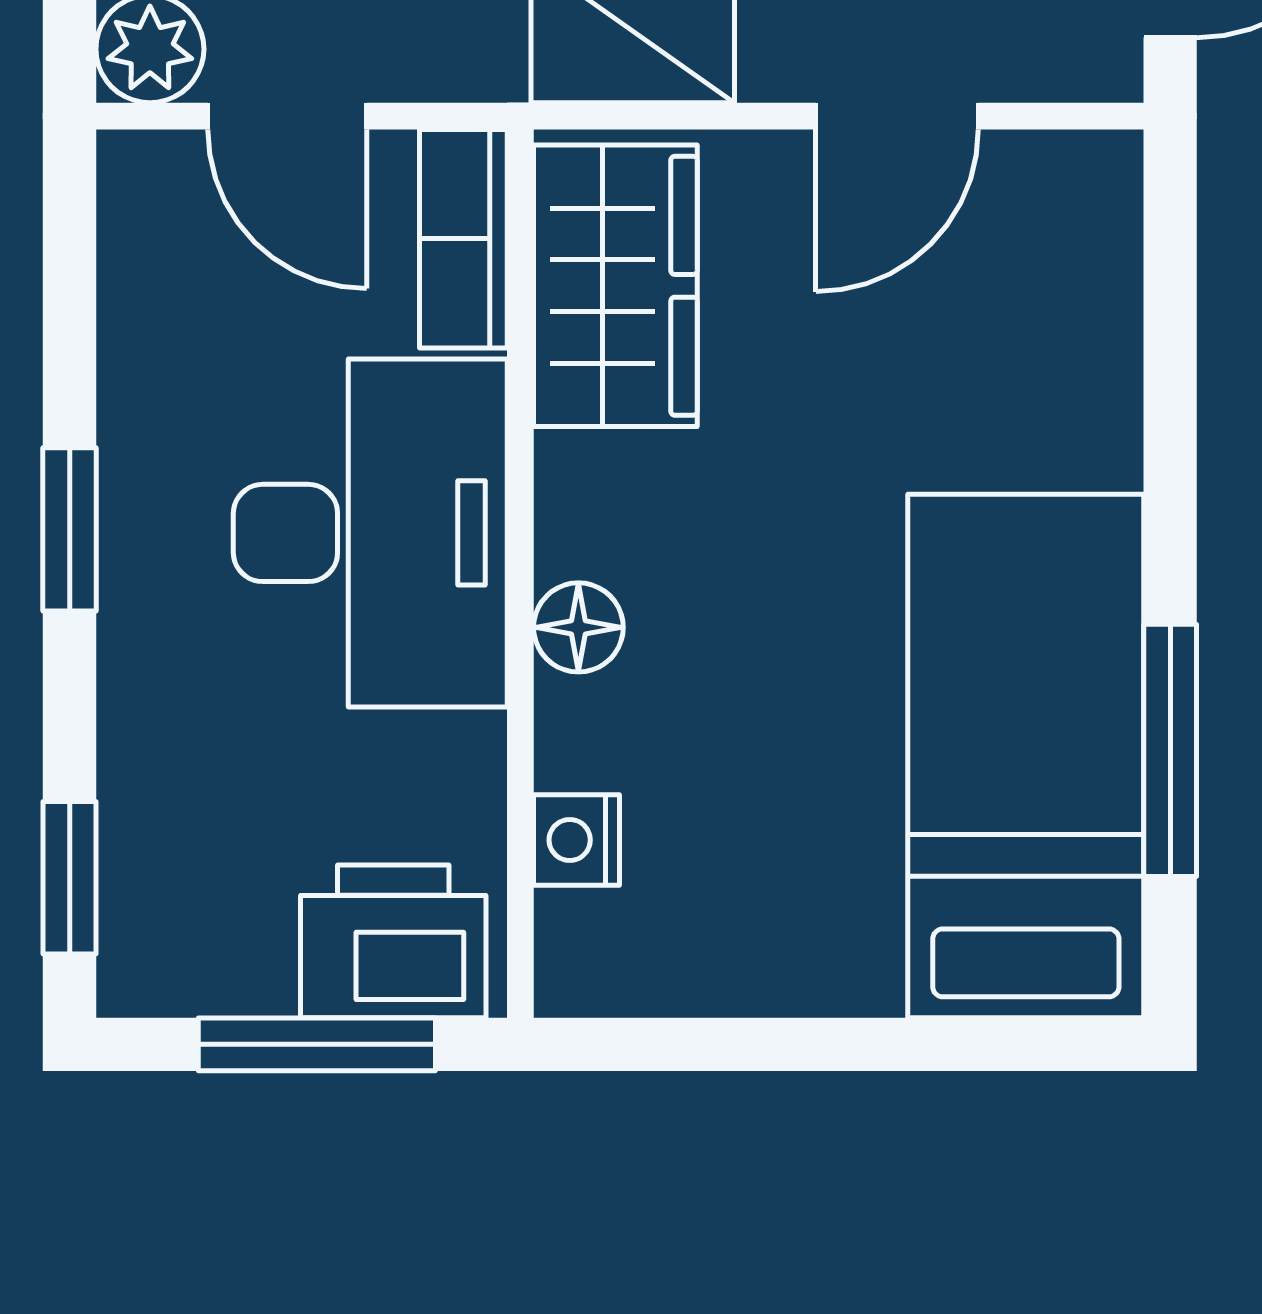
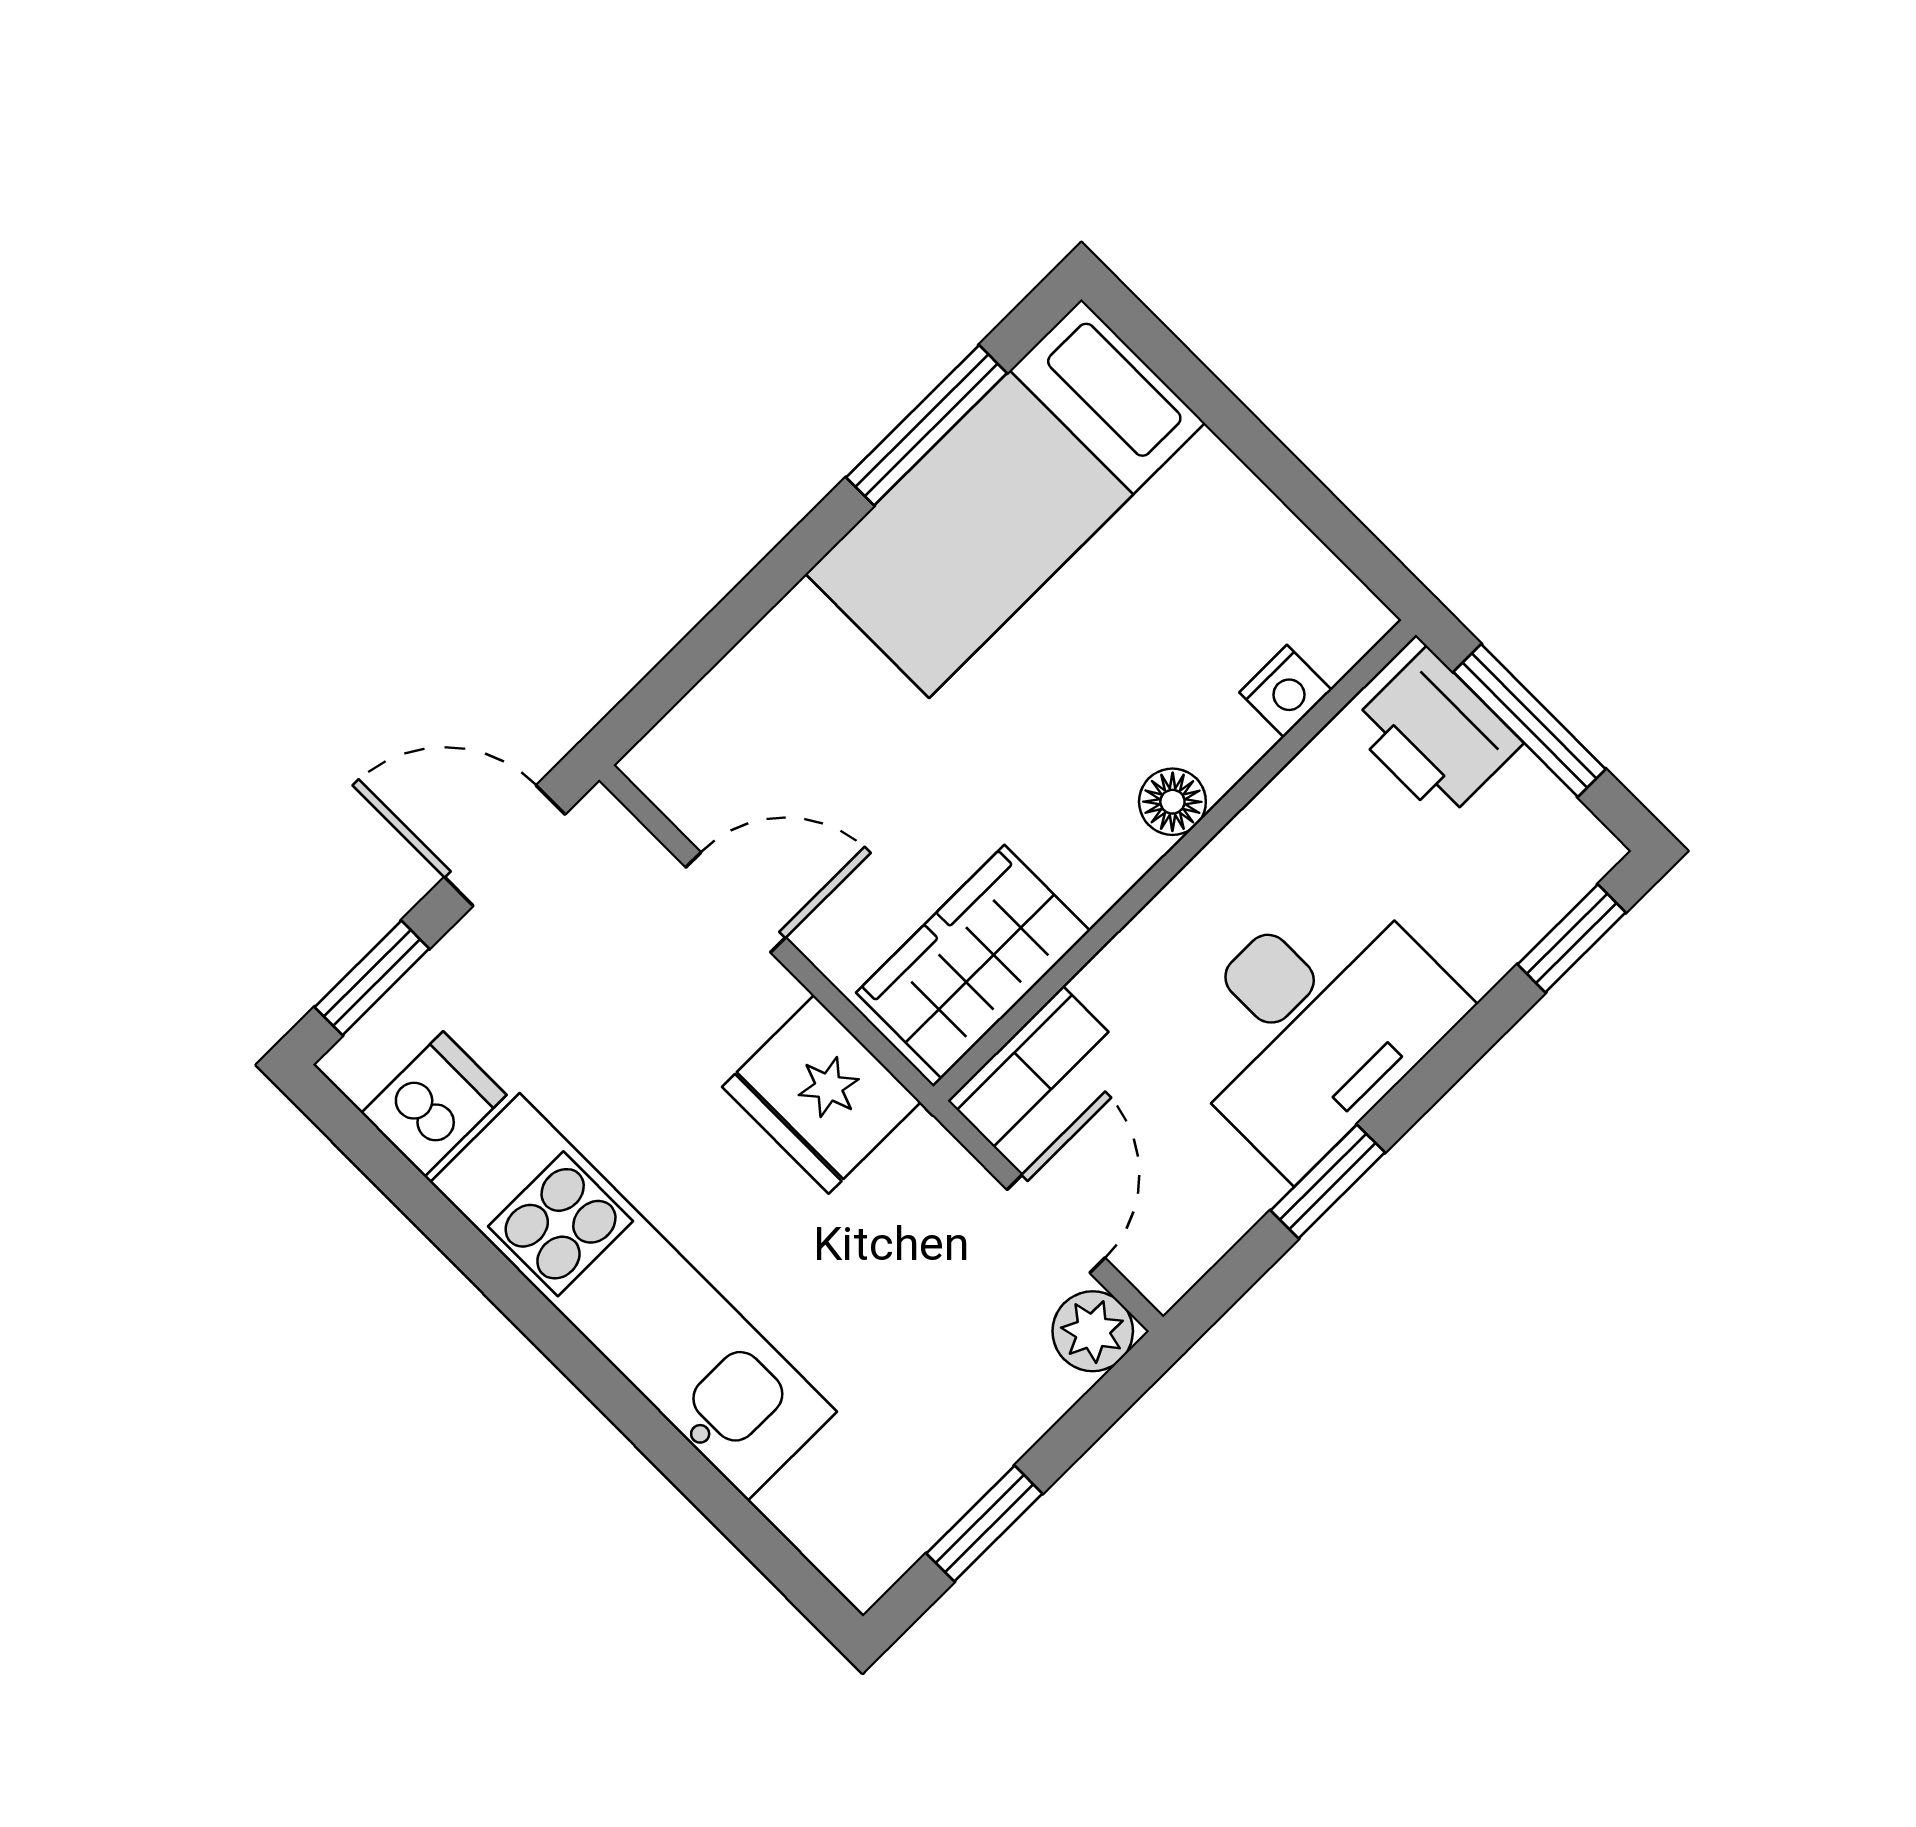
window: (70, 529) -> (1328, 1181), moved
desk: (370, 533) -> (1314, 1023), moved, turned 180

